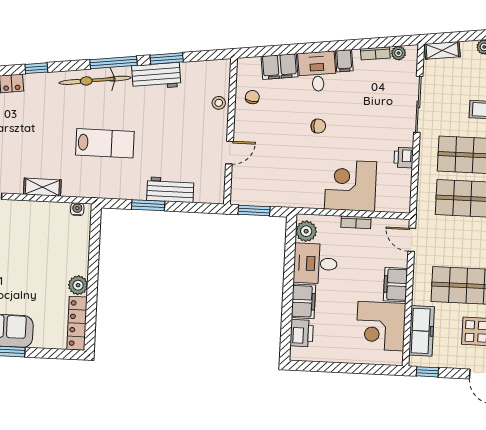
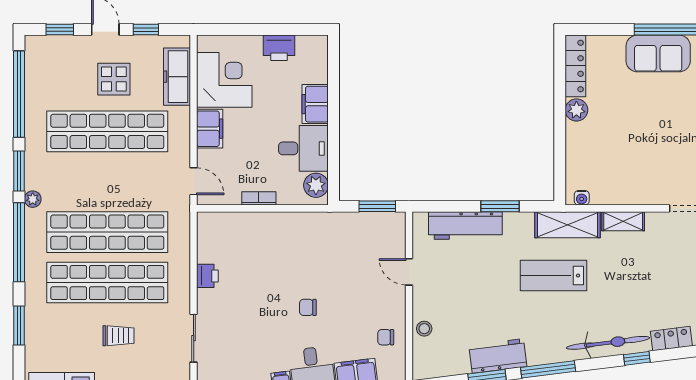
bicycle: (95, 80) -> (608, 343), moved
chair: (252, 97) -> (386, 337), turned 83
sliding door: (418, 104) -> (194, 338), width x0.73
door: (229, 153) -> (409, 272), hinge flipped
corner desk: (351, 185) -> (267, 241), removed
shelving: (91, 186) -> (567, 225), added
workbench: (170, 190) -> (465, 225), width x1.38
printer: (302, 333) -> (279, 48), moved, turned -90
window: (427, 372) -> (146, 30), moved

